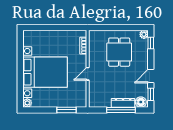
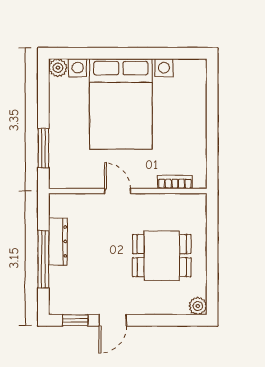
window: (151, 43) -> (180, 320), removed
door: (151, 76) -> (113, 320), swing flipped
floor lamp: (141, 102) -> (60, 300), removed
dresser: (123, 103) -> (58, 241), moved

